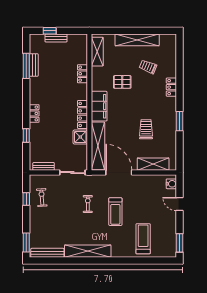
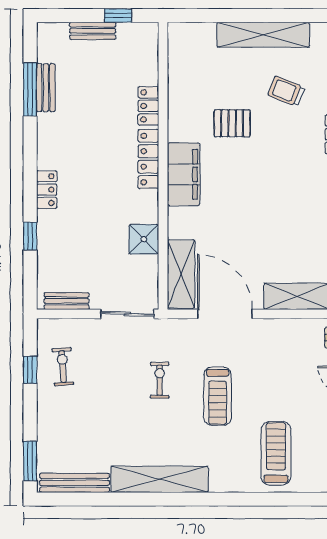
window: (50, 31) -> (118, 16), moved
shelving: (97, 52) -> (180, 59), removed
locker: (82, 114) -> (148, 159), moved
trolley: (146, 129) -> (282, 223), removed
shelving: (98, 146) -> (181, 274), width x0.68

